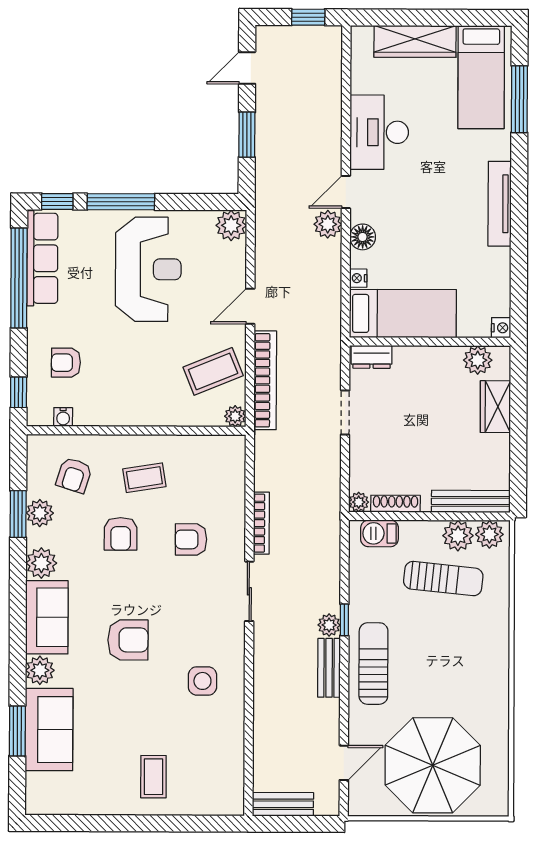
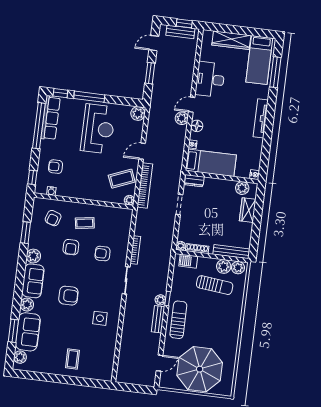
plant: (40, 513) -> (20, 357), moved
bench: (283, 804) -> (180, 32), moved

